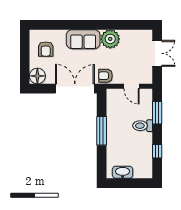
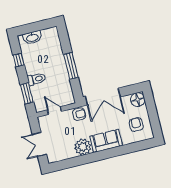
washbasin: (123, 172) -> (32, 38), moved

